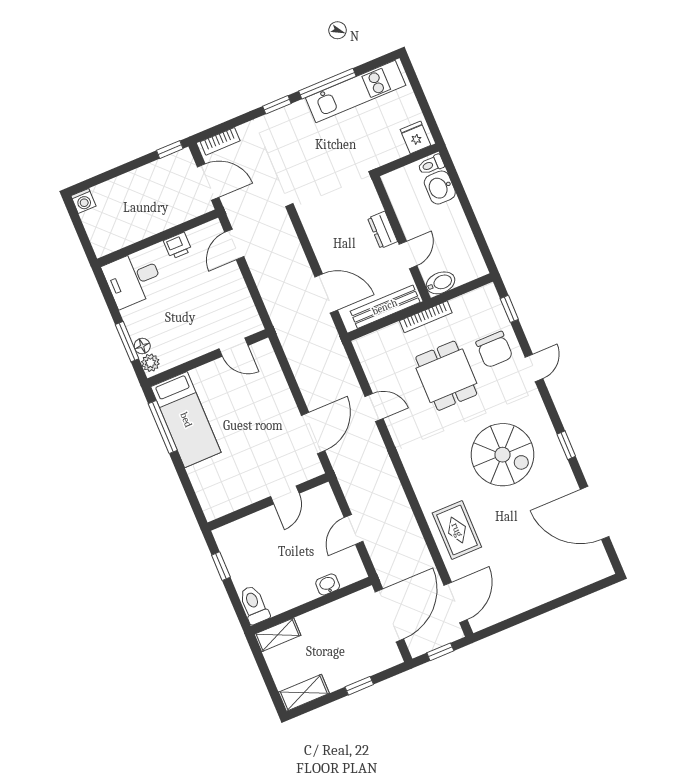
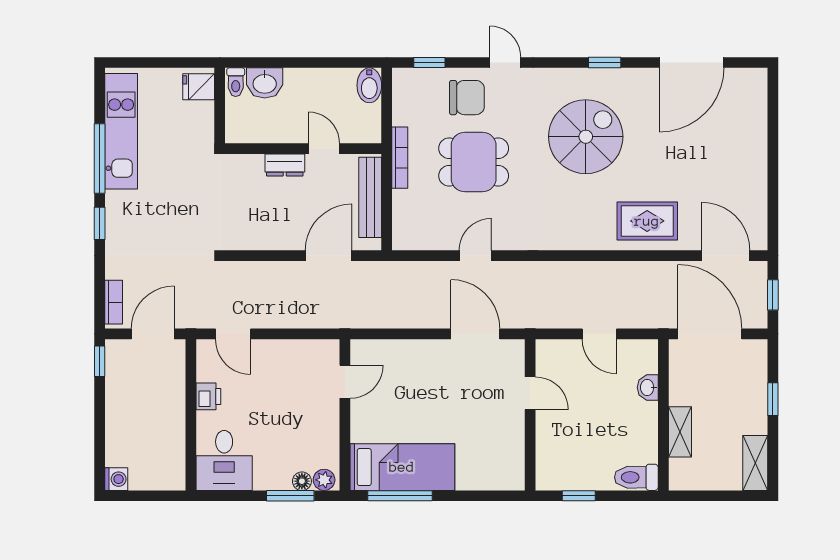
bidet: (441, 283) -> (369, 85), moved, turned 180
shelving: (278, 635) -> (680, 432), moved

